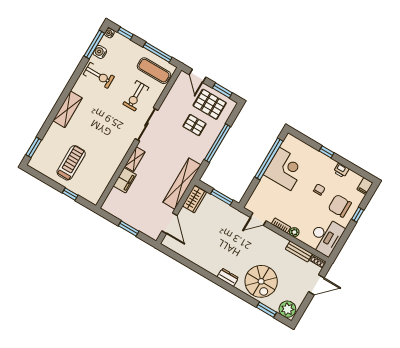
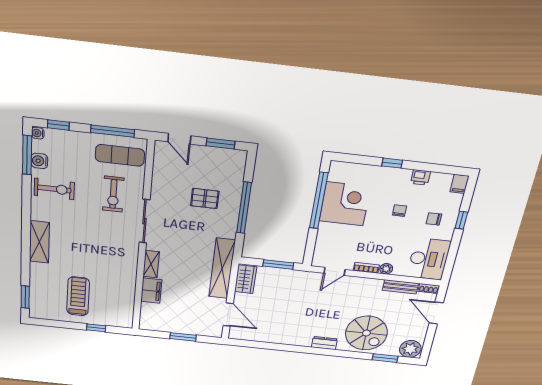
pallet: (210, 104) -> (212, 167), removed
chair: (340, 206) -> (434, 219), width x0.54, depth x0.54
door: (316, 285) -> (436, 313), swing flipped

